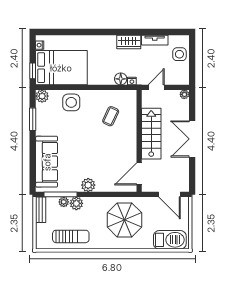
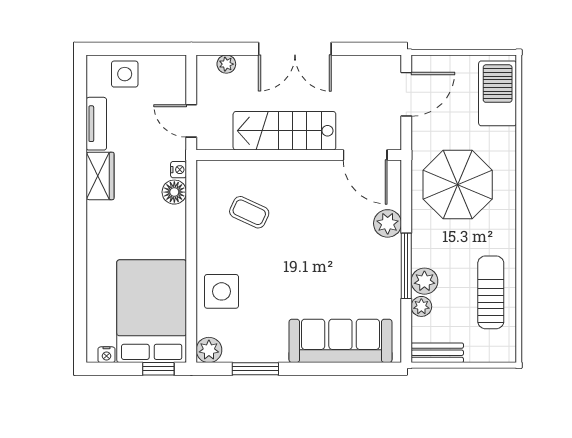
plant: (184, 94) -> (226, 64), moved
plant: (88, 185) -> (388, 223), moved
window: (61, 194) -> (406, 266), moved

